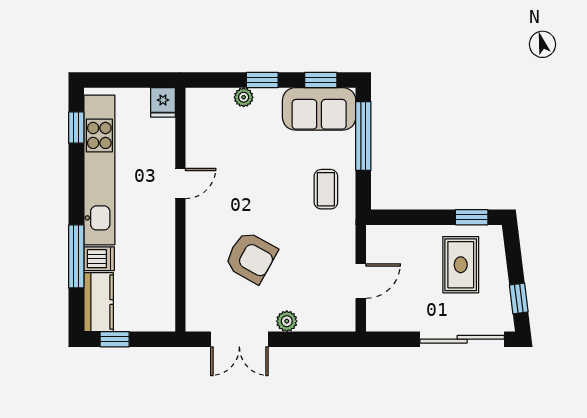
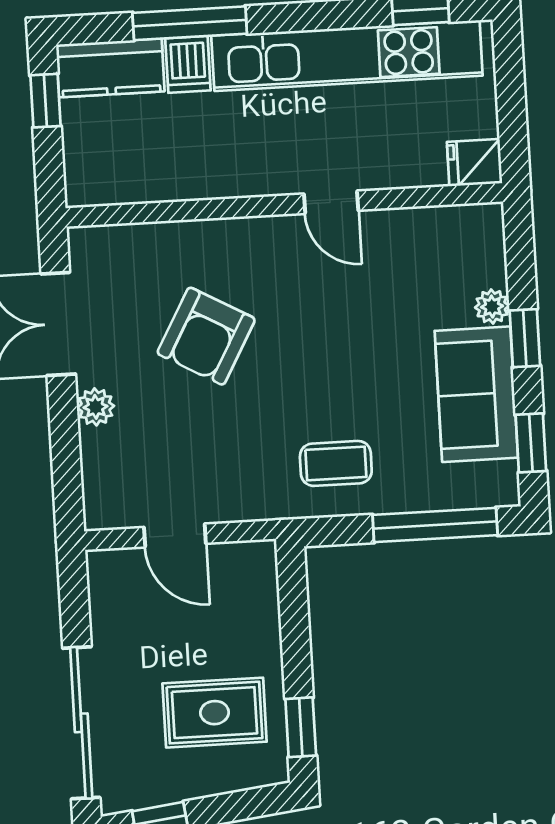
sofa: (319, 109) -> (476, 394), moved

